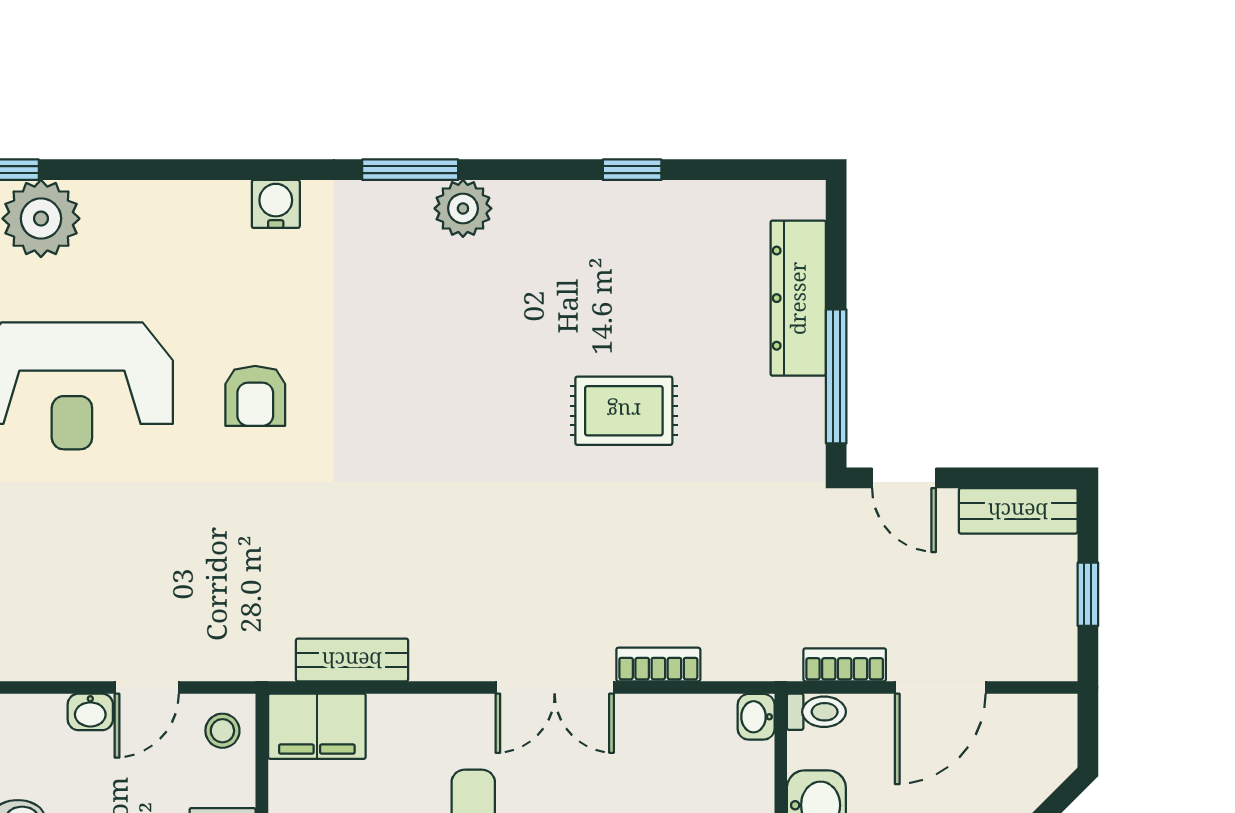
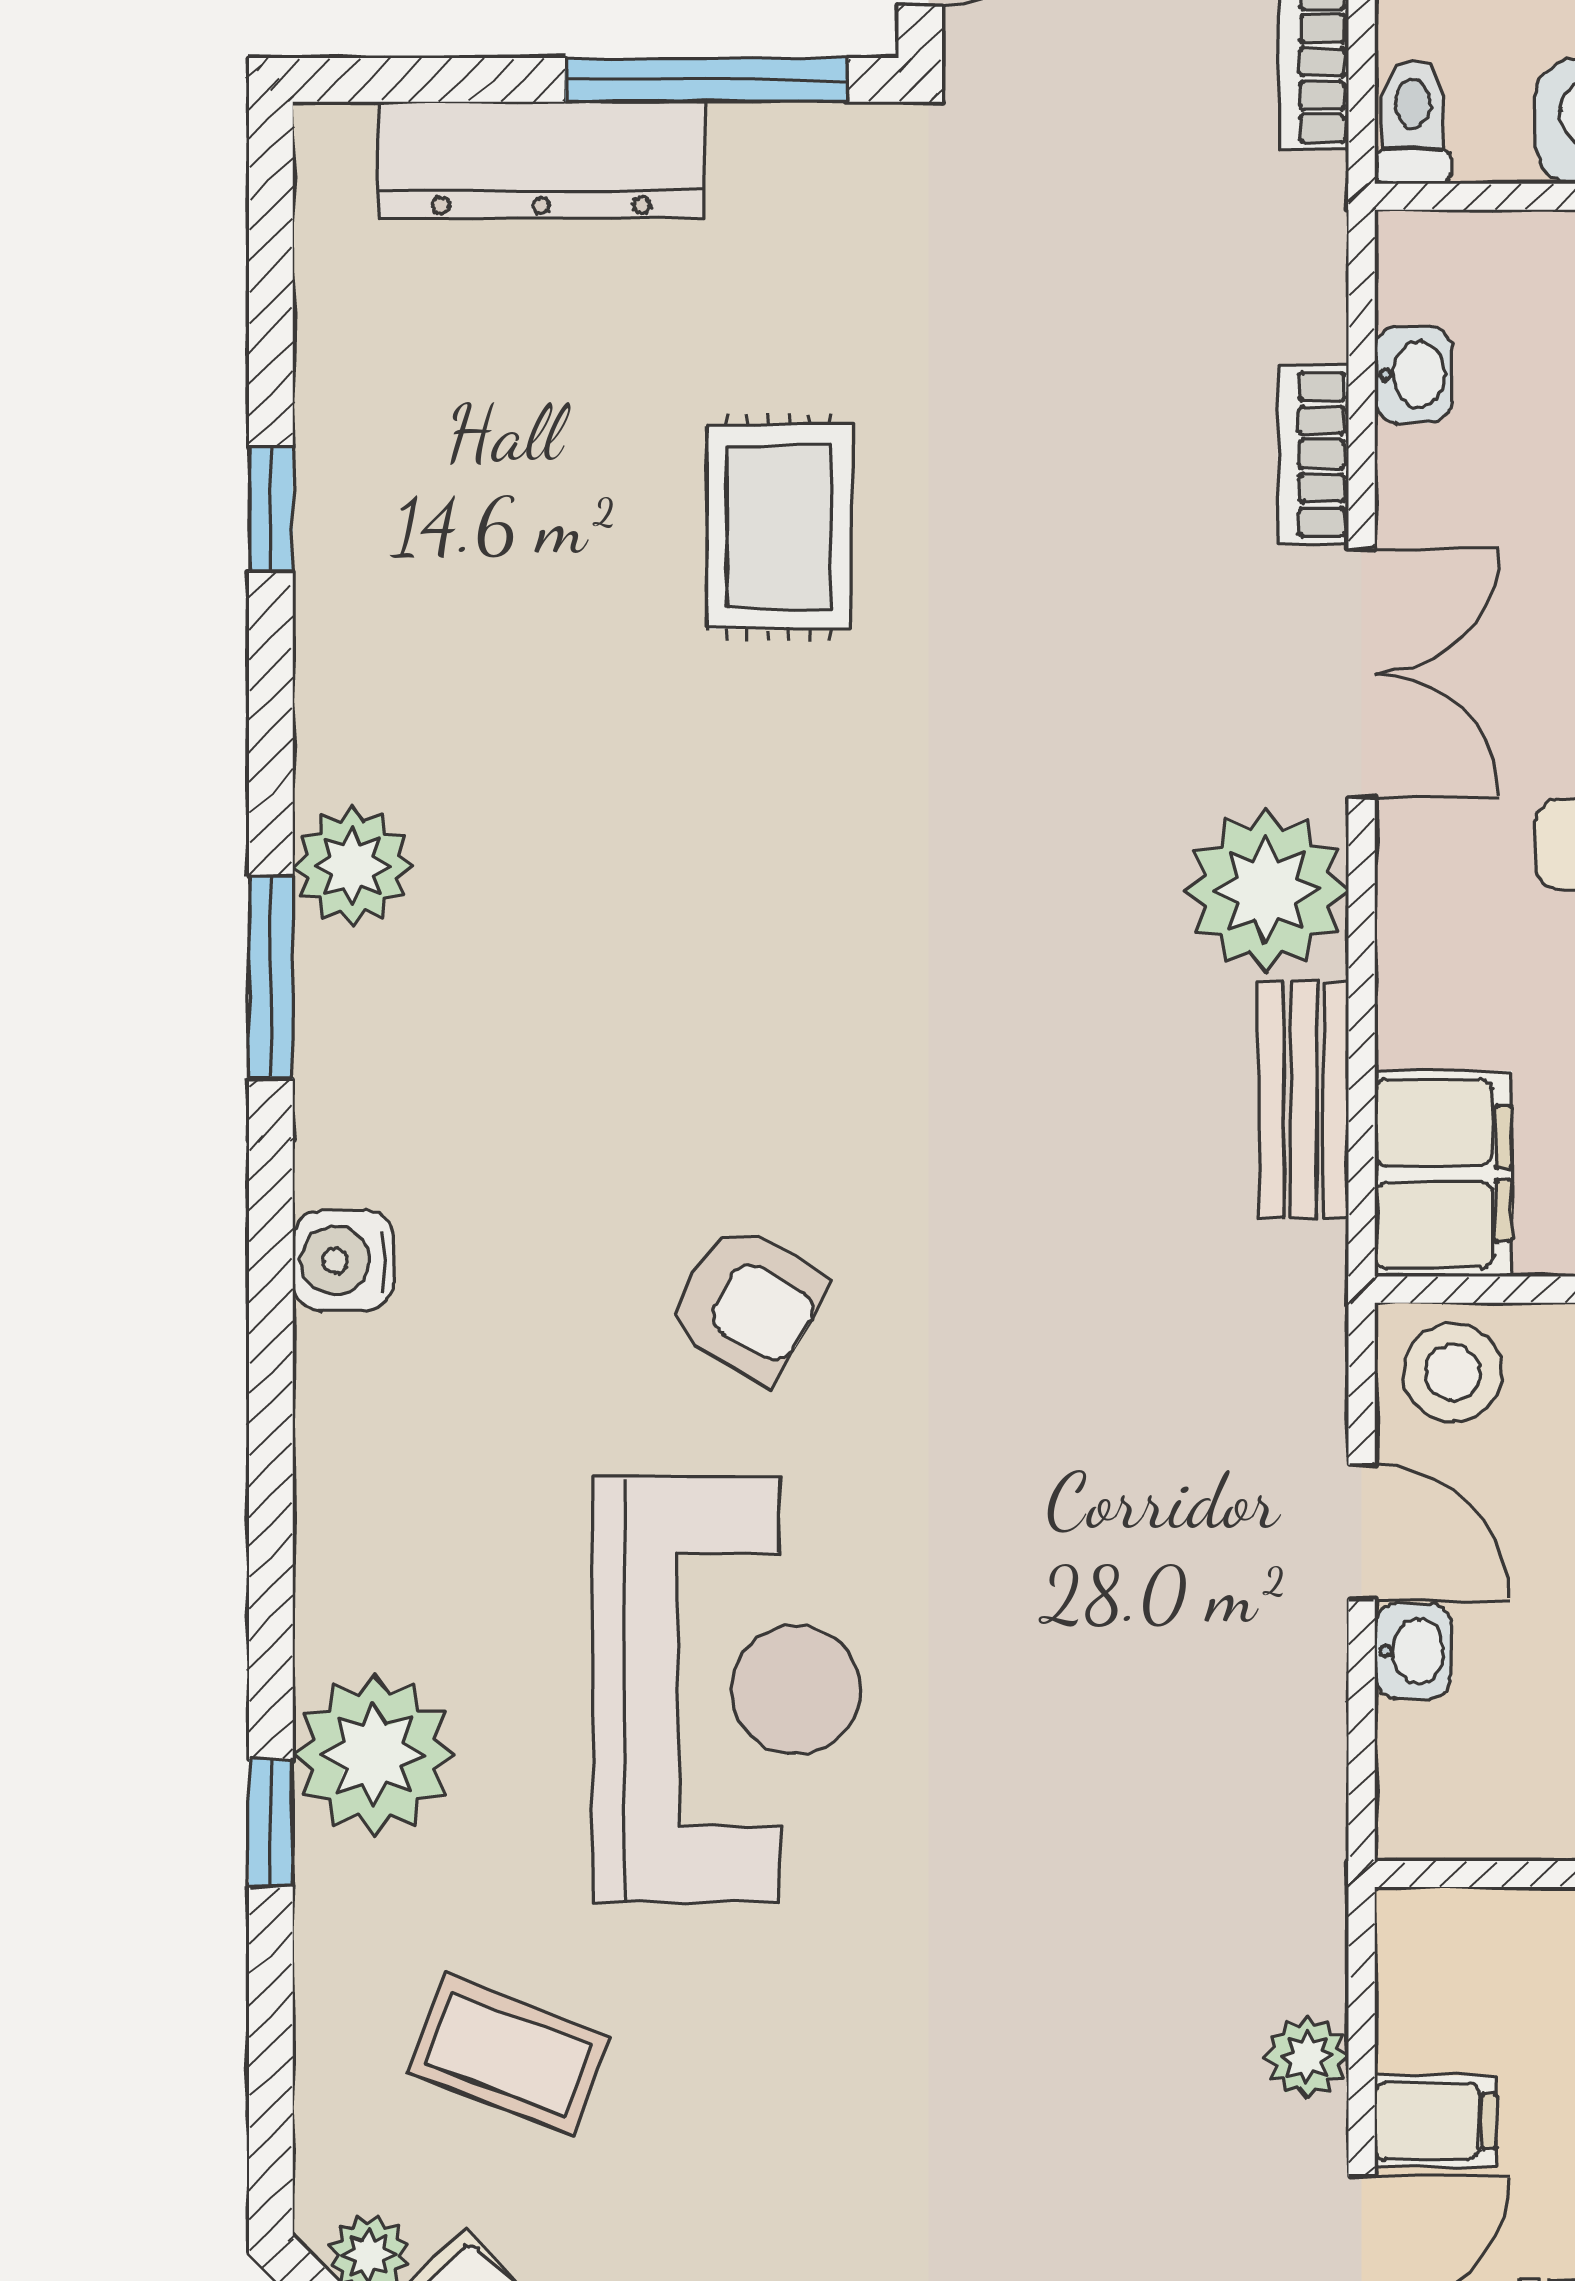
armchair: (255, 396) -> (747, 1304), turned 30
plant: (451, 642) -> (1266, 891), added
washbasin: (756, 717) -> (1414, 375), moved, turned -90
stool: (222, 731) -> (1453, 1373), width x1.37, depth x1.37

